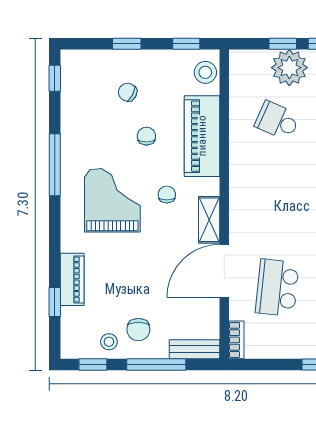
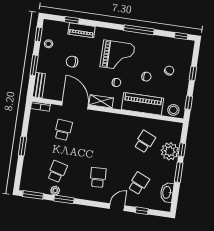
school desk: (277, 288) -> (63, 130), width x0.54
chair: (138, 330) -> (72, 62), moved
window: (156, 365) -> (34, 65), width x0.69

